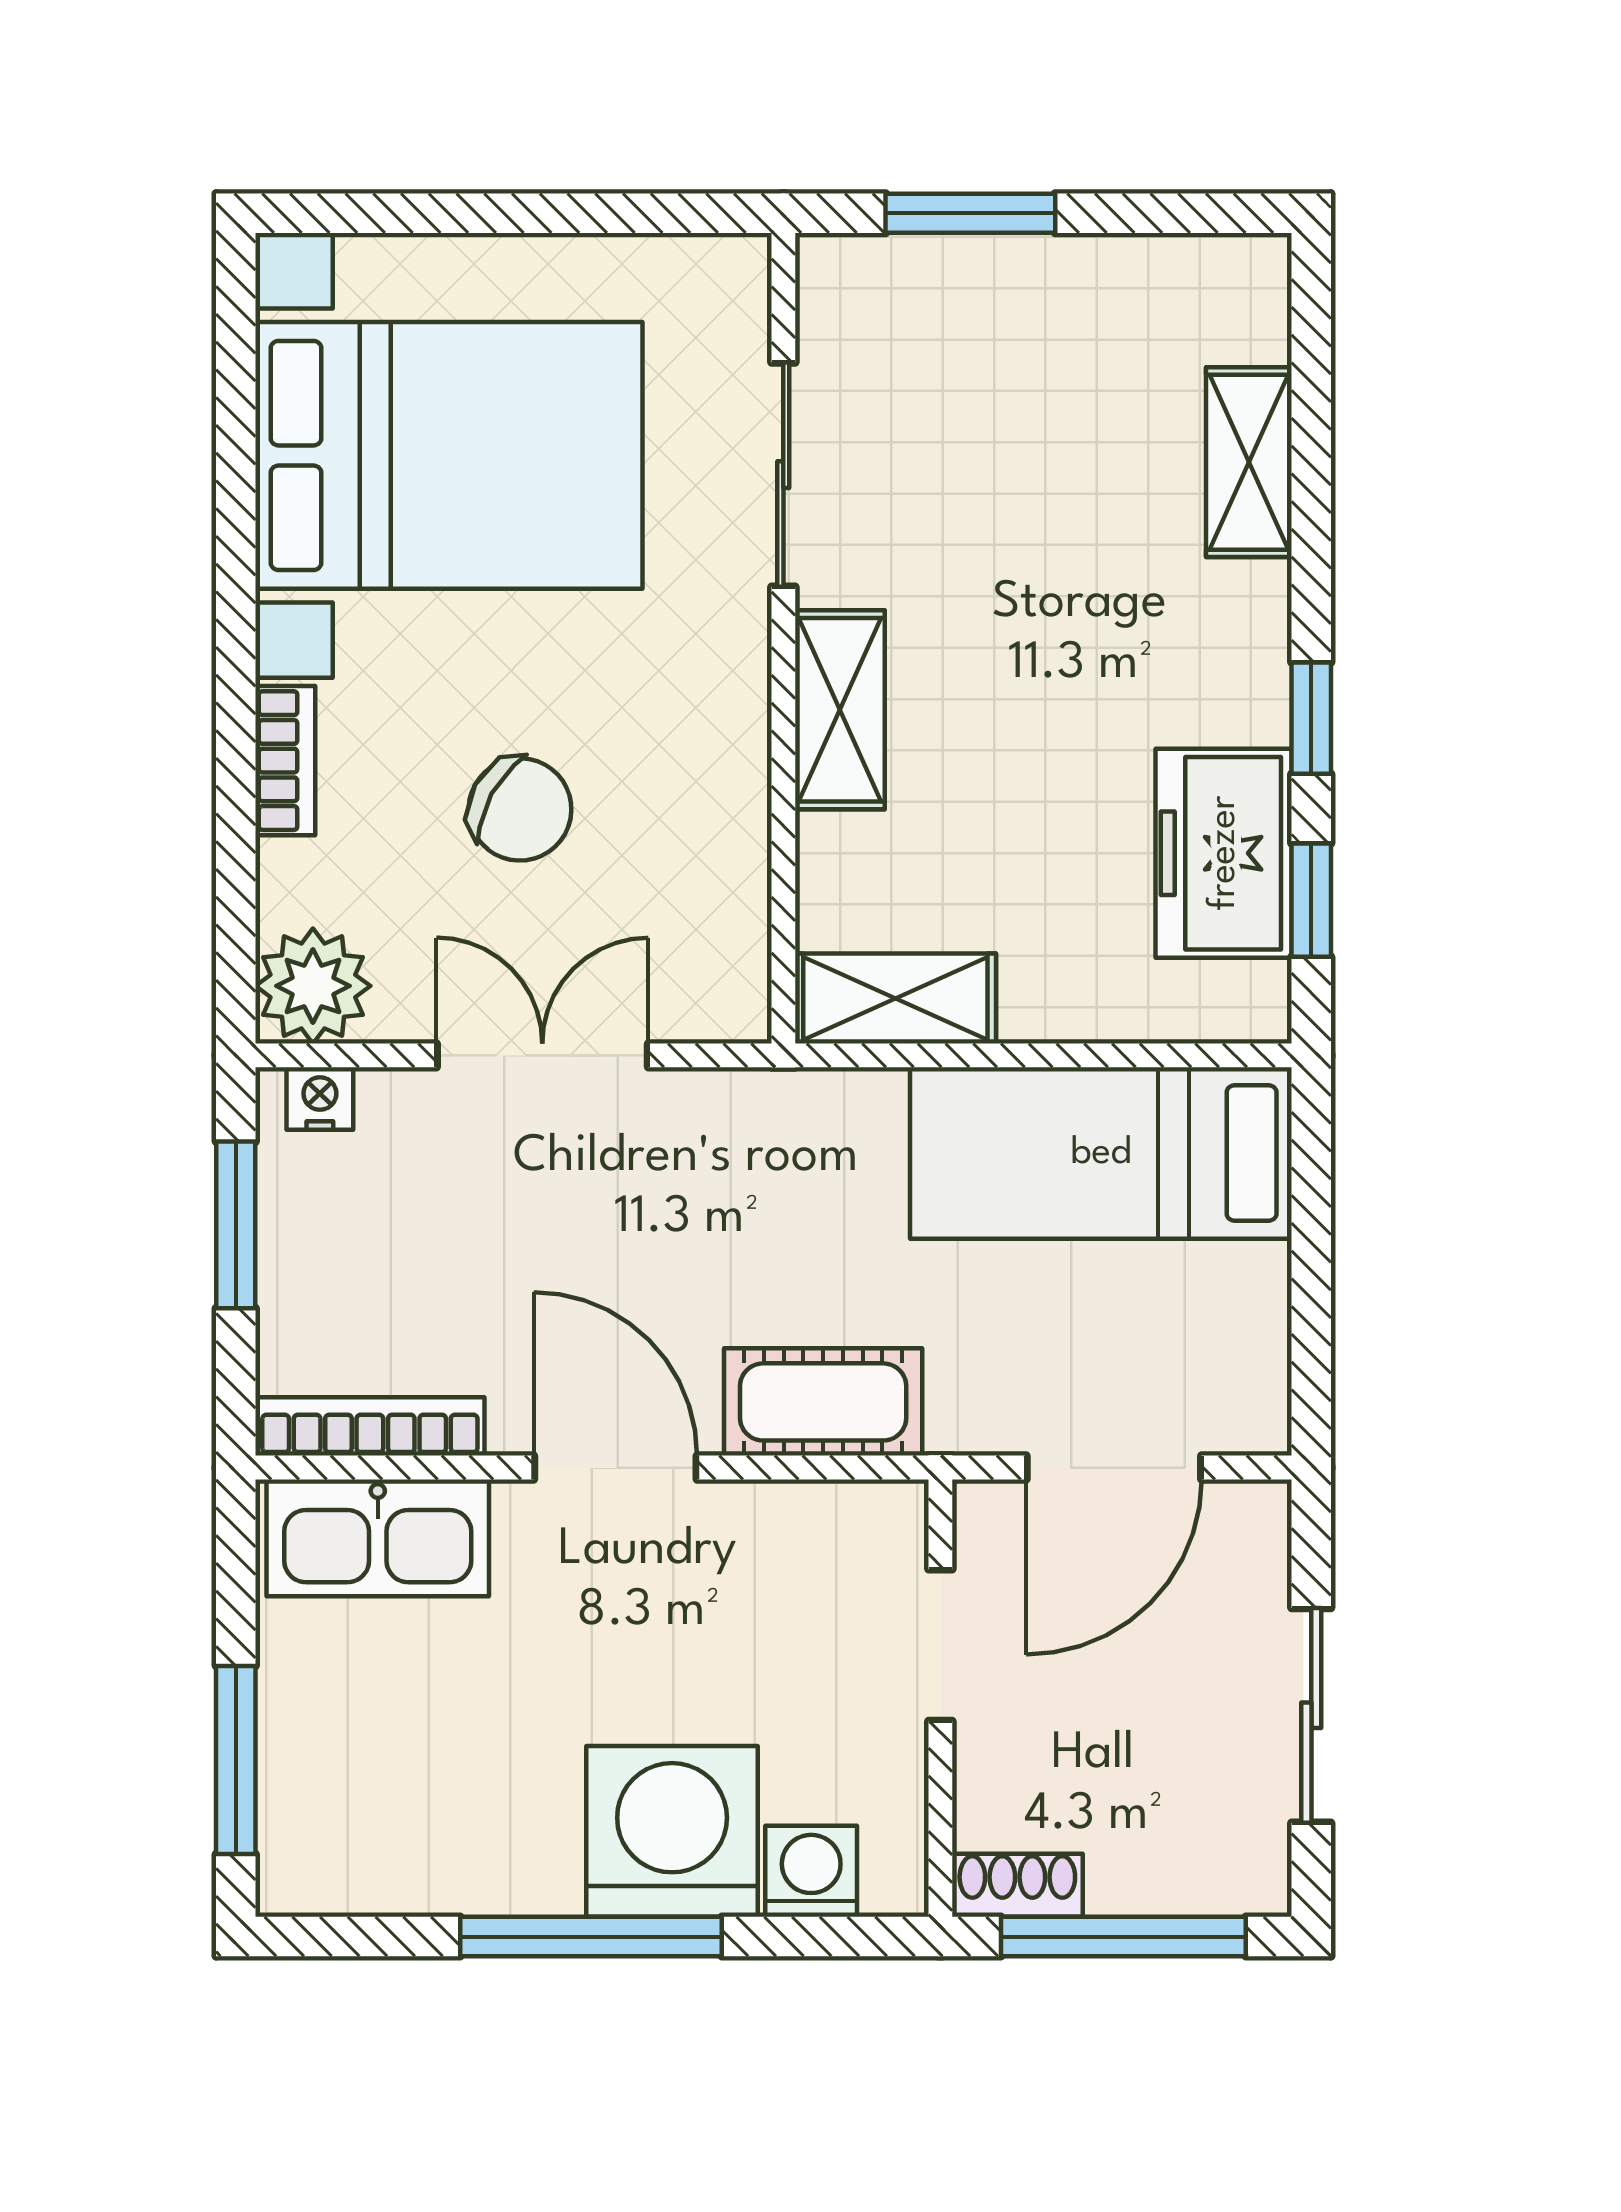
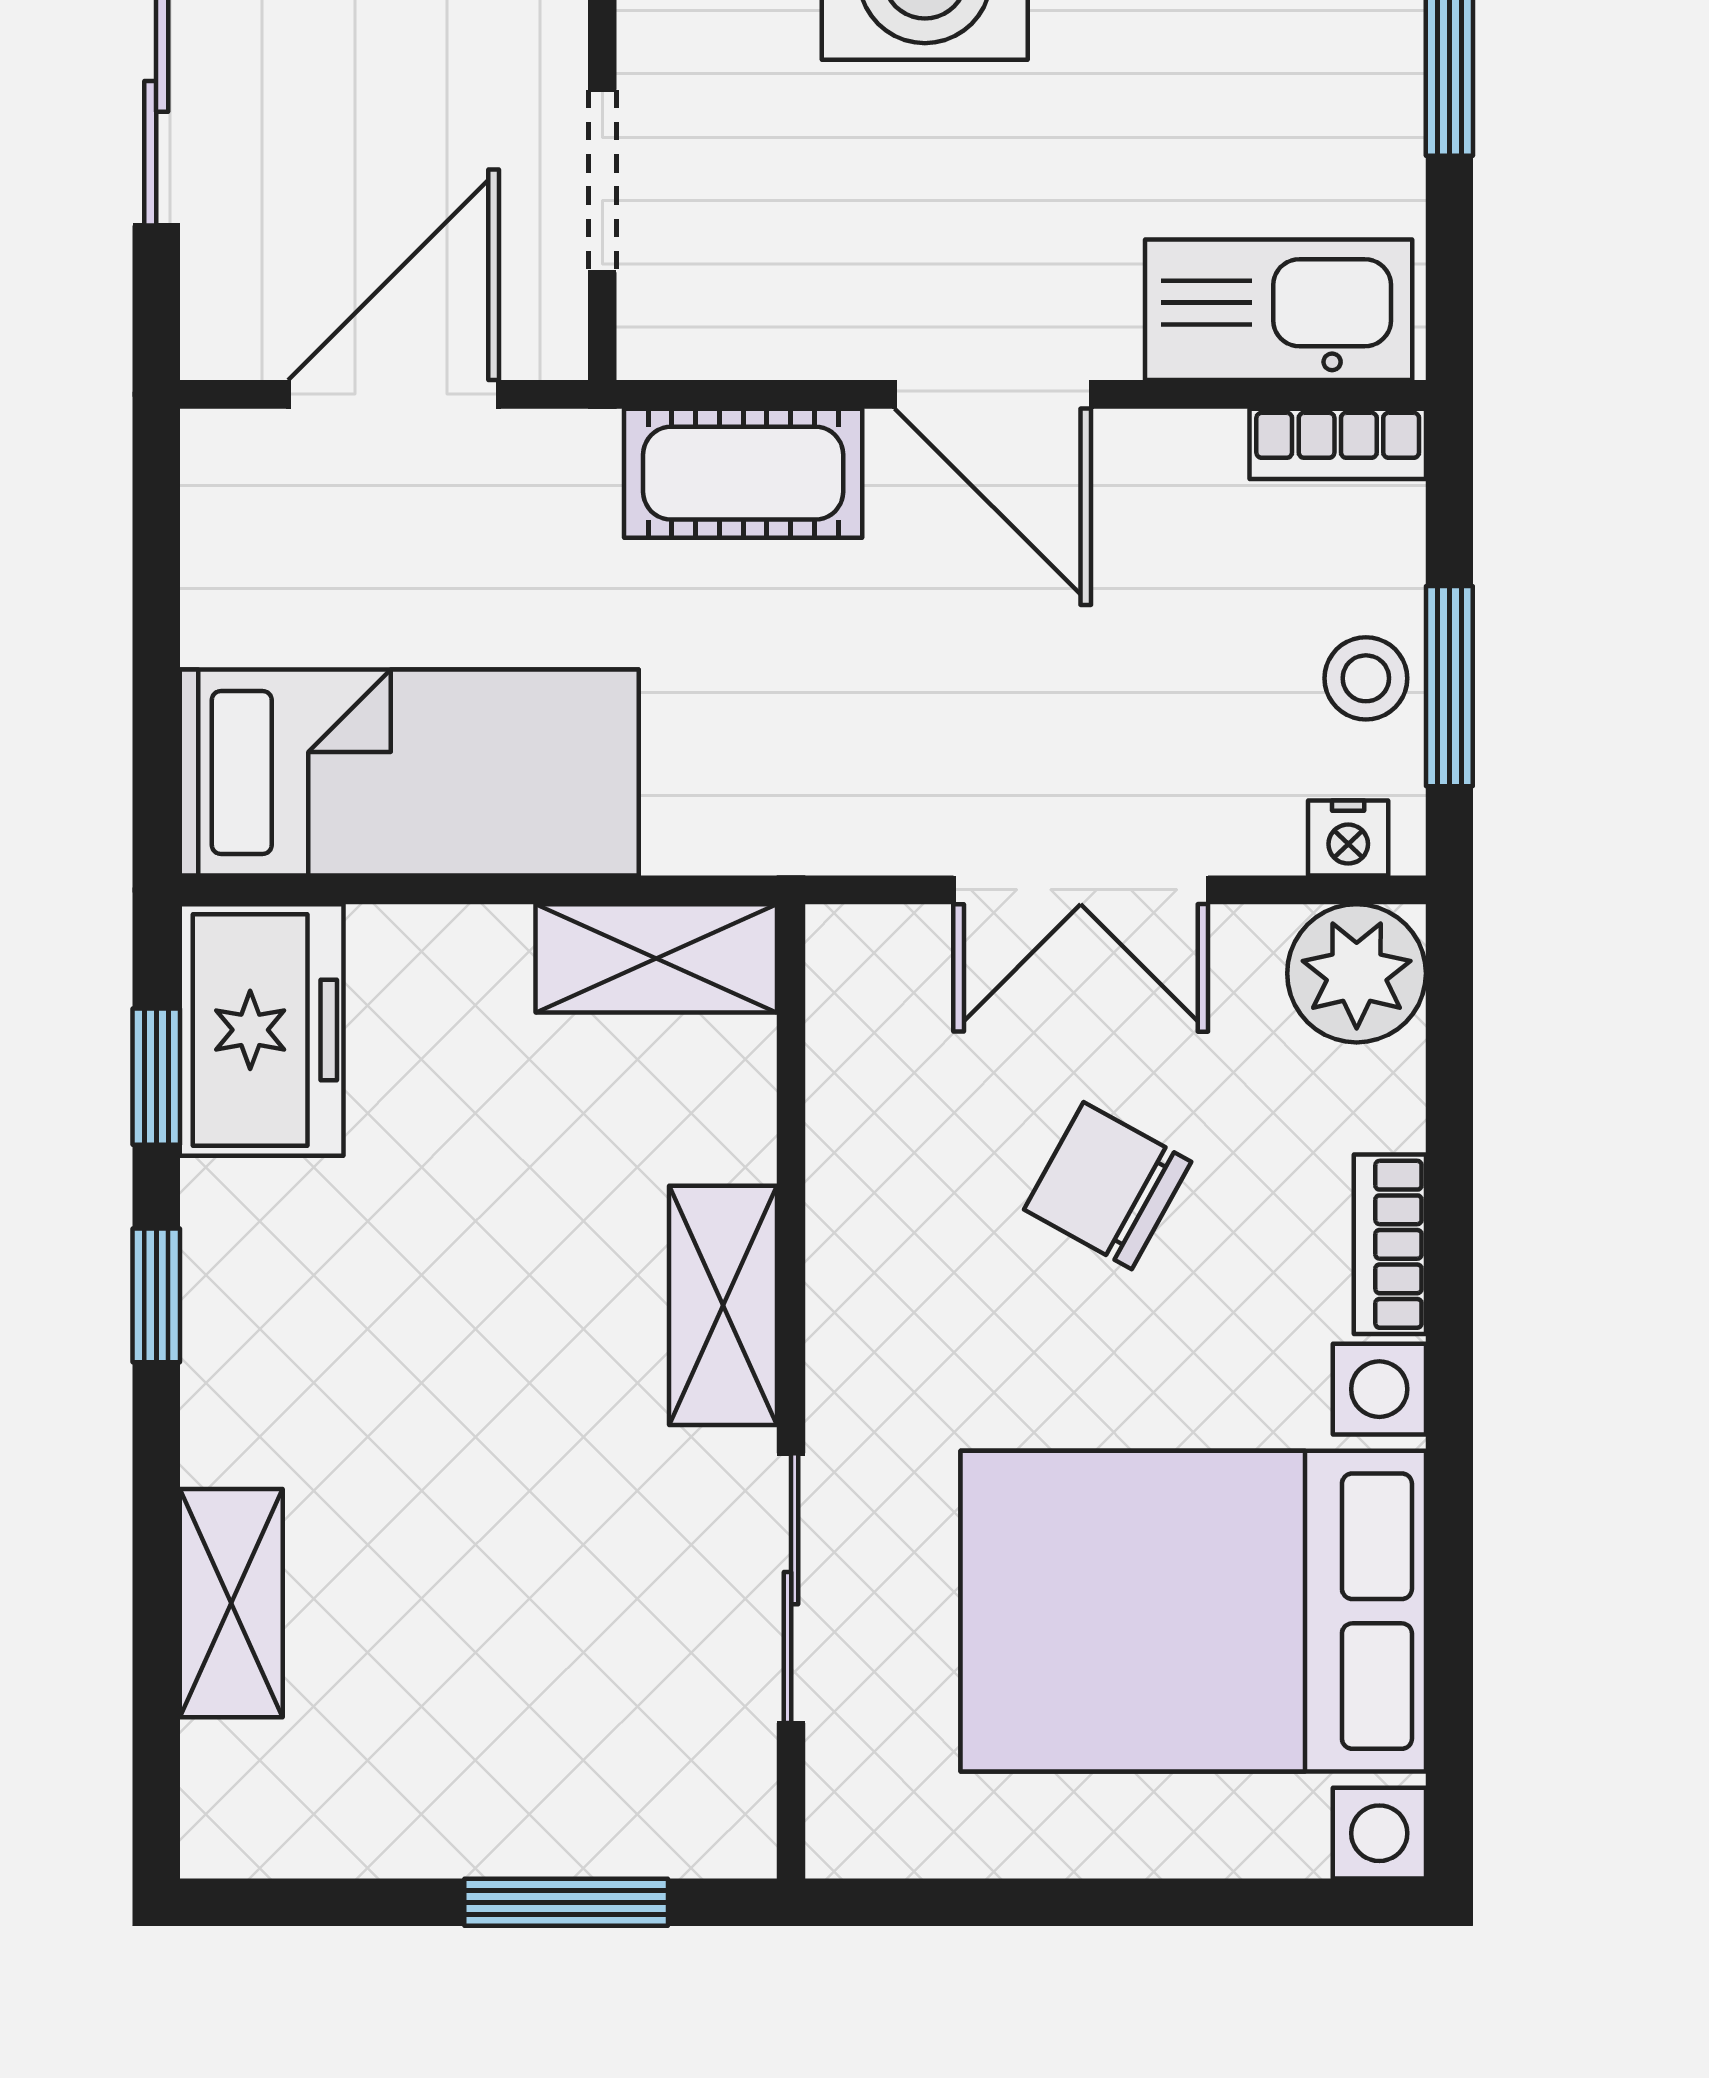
freezer: (1224, 853) -> (262, 1030), moved
stool: (305, 1231) -> (1366, 678), added
bookcase: (370, 1426) -> (1338, 444), width x0.64

